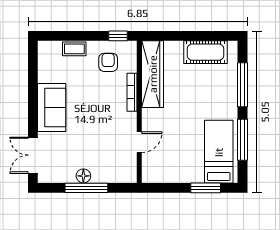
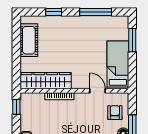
armchair: (108, 62) -> (115, 113), moved, turned 90
window: (243, 85) -> (54, 12), width x0.46
bed: (219, 152) -> (118, 65), moved, turned 90

